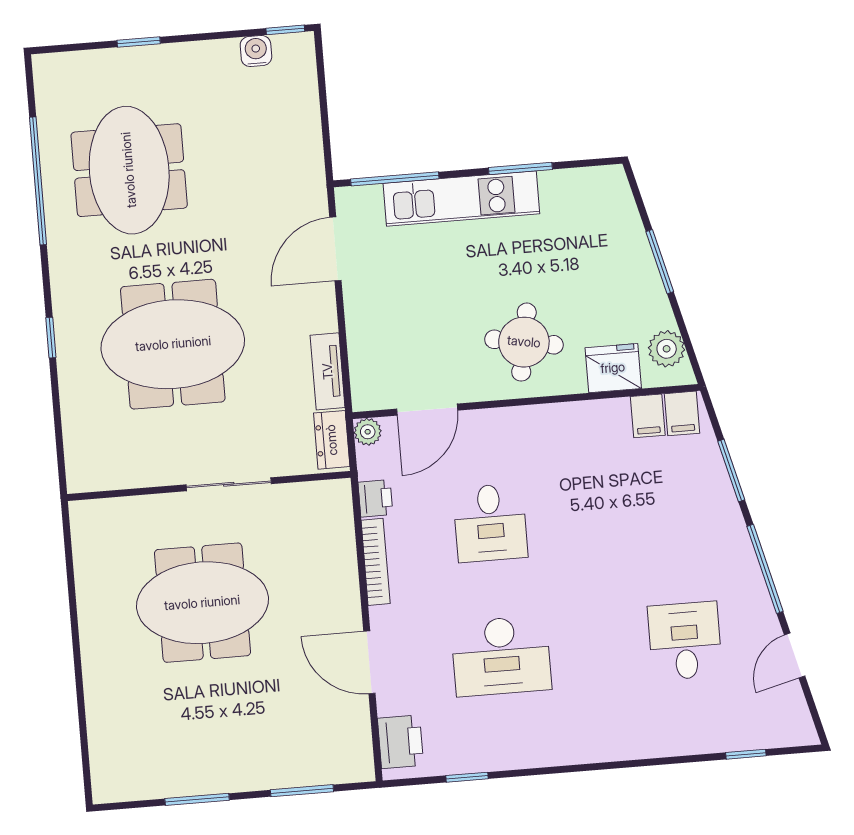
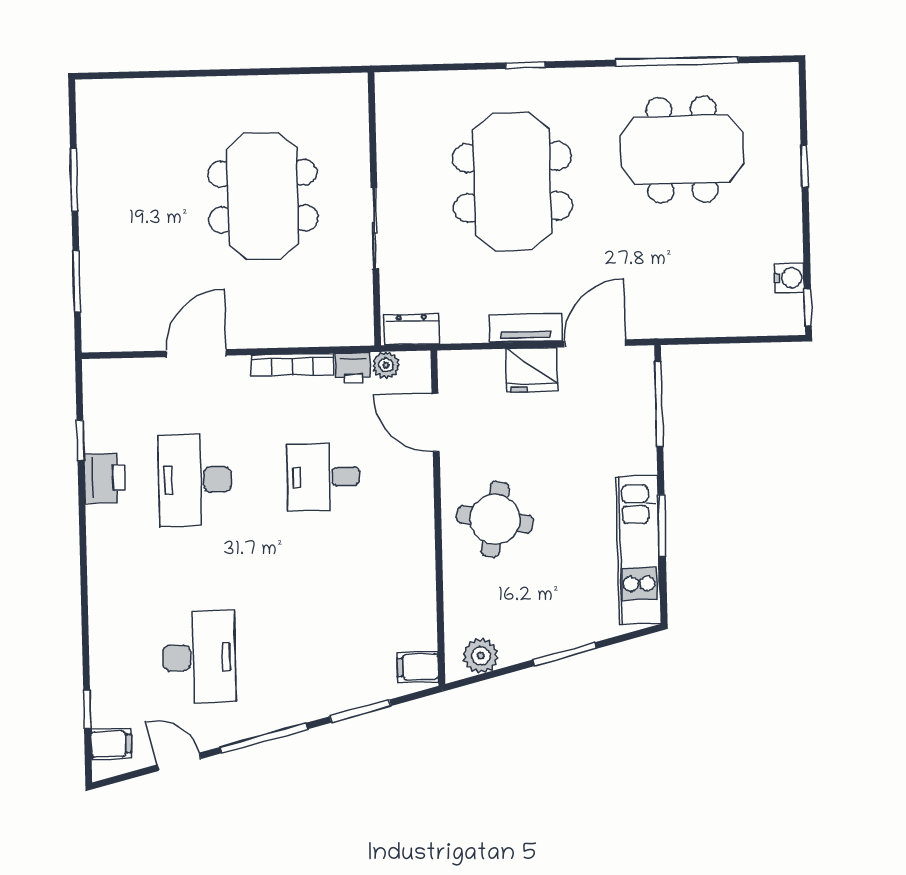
kitchen unit: (461, 198) -> (638, 550), moved
door: (335, 249) -> (595, 343), hinge flipped
fridge: (613, 368) -> (532, 370), moved, turned 90
tv unit: (328, 371) -> (526, 328), moved
filing cabinet: (648, 416) -> (111, 744), moved, turned 180
plant: (368, 432) -> (386, 365), moved
desk: (685, 641) -> (199, 657), width x1.37
printer: (400, 742) -> (105, 478), moved, turned -90

